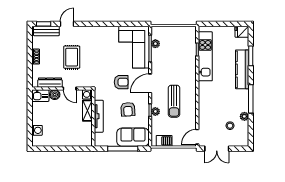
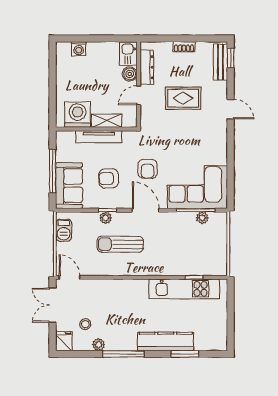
door: (67, 24) -> (231, 109), moved
fridge: (242, 32) -> (64, 341), moved
washing machine: (87, 94) -> (78, 115), moved, width x1.89, depth x1.89

